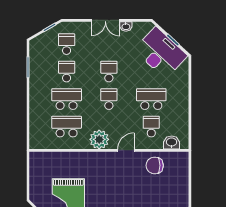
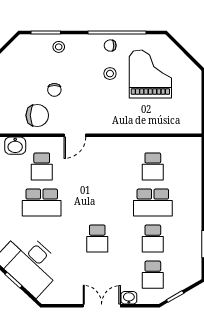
washbasin: (126, 26) -> (129, 298), moved
school desk: (109, 99) -> (97, 202), removed
school desk: (67, 127) -> (153, 166), width x0.54
plant: (99, 139) -> (110, 150), removed
chair: (142, 185) -> (54, 90), added
stool: (99, 197) -> (110, 74), added

